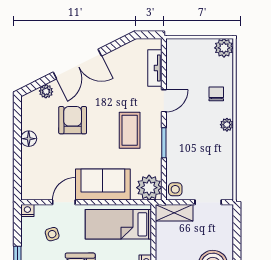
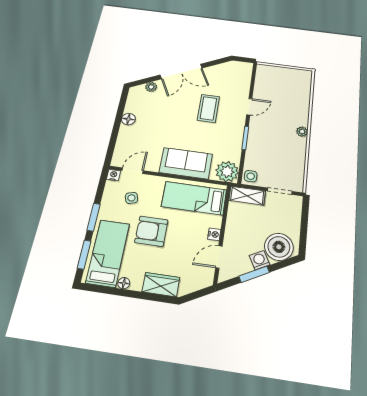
plant: (224, 48) -> (304, 76), removed
tv unit: (155, 68) -> (245, 83), removed
chair: (216, 94) -> (295, 108), removed
armchair: (73, 120) -> (169, 110), removed
coffee table: (130, 130) -> (208, 108), moved
door: (64, 202) -> (133, 171), moved

